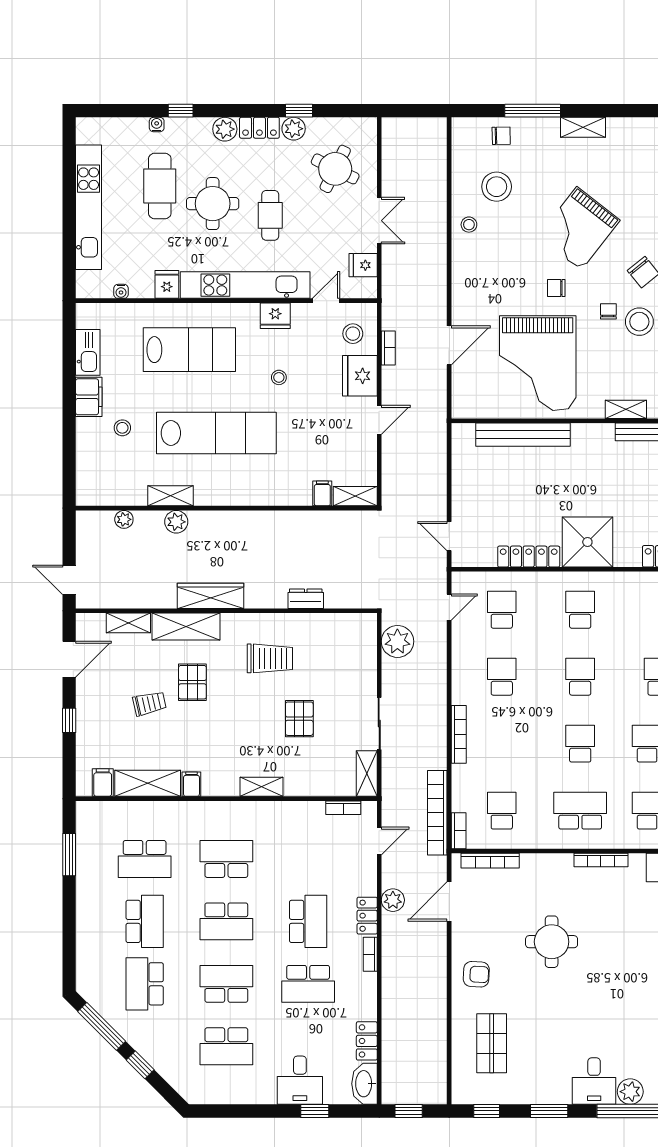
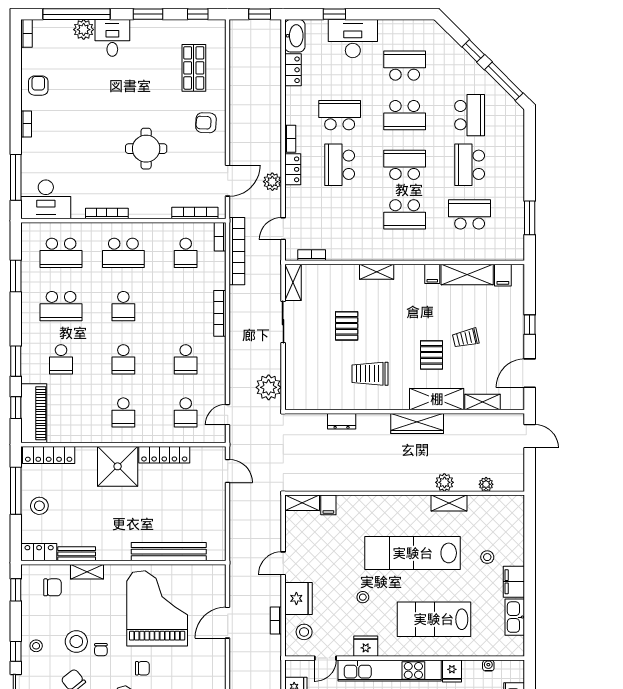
desk: (300, 1080) -> (353, 39), width x1.37

